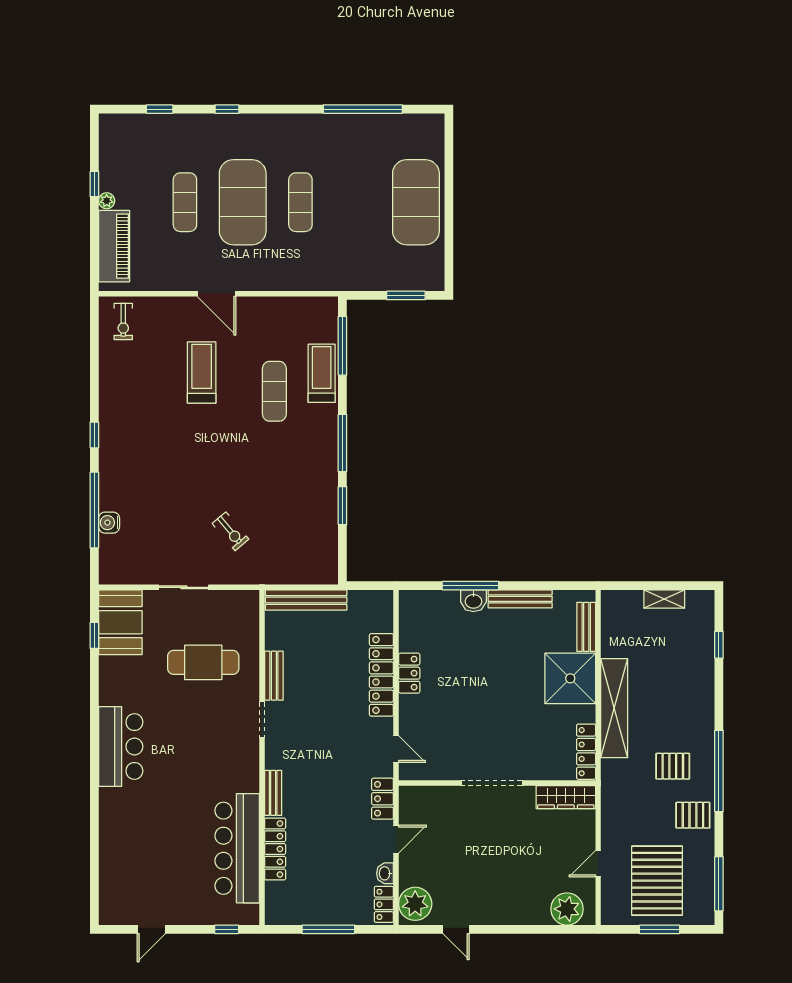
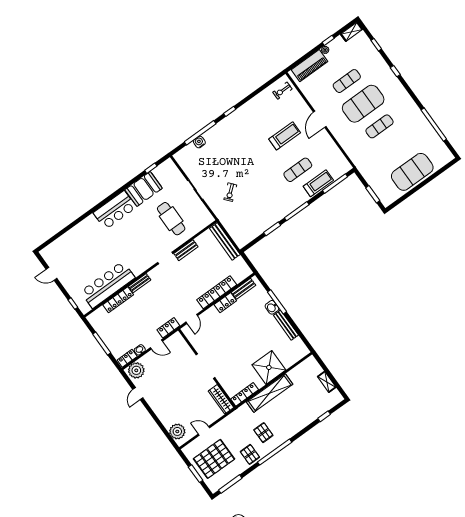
shelving: (108, 135) -> (352, 32), added
booth: (120, 622) -> (144, 189), moved
bench: (586, 627) -> (243, 289), moved

